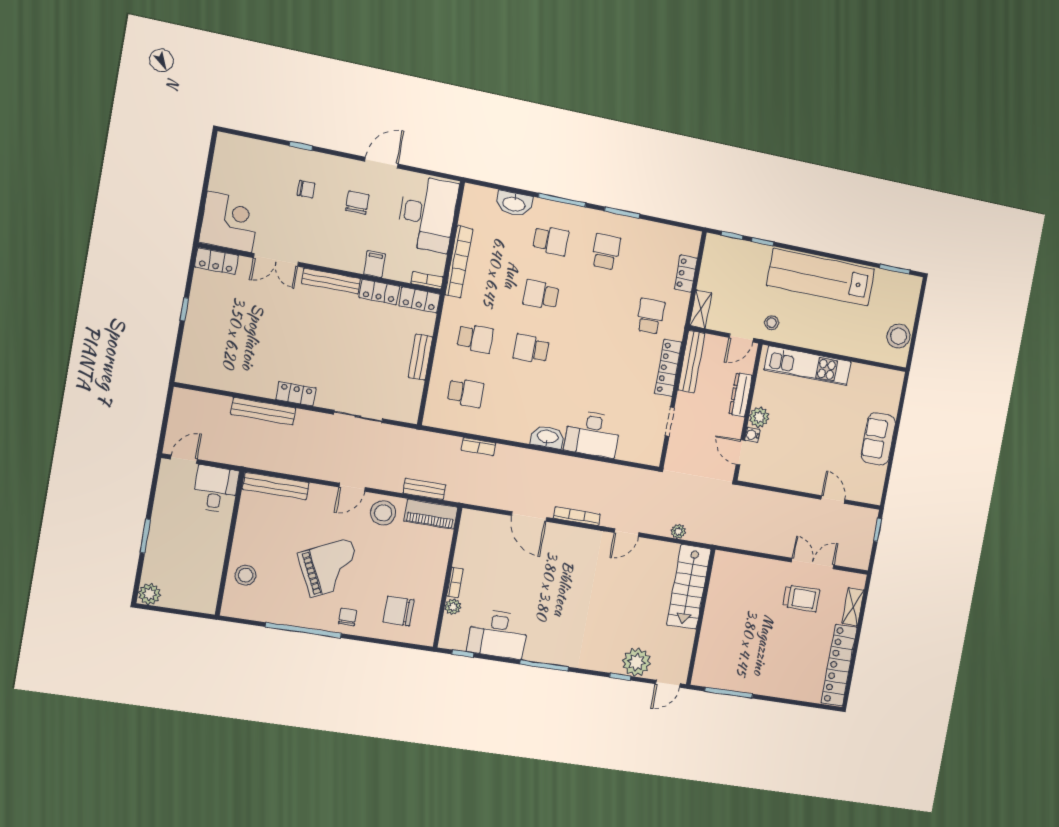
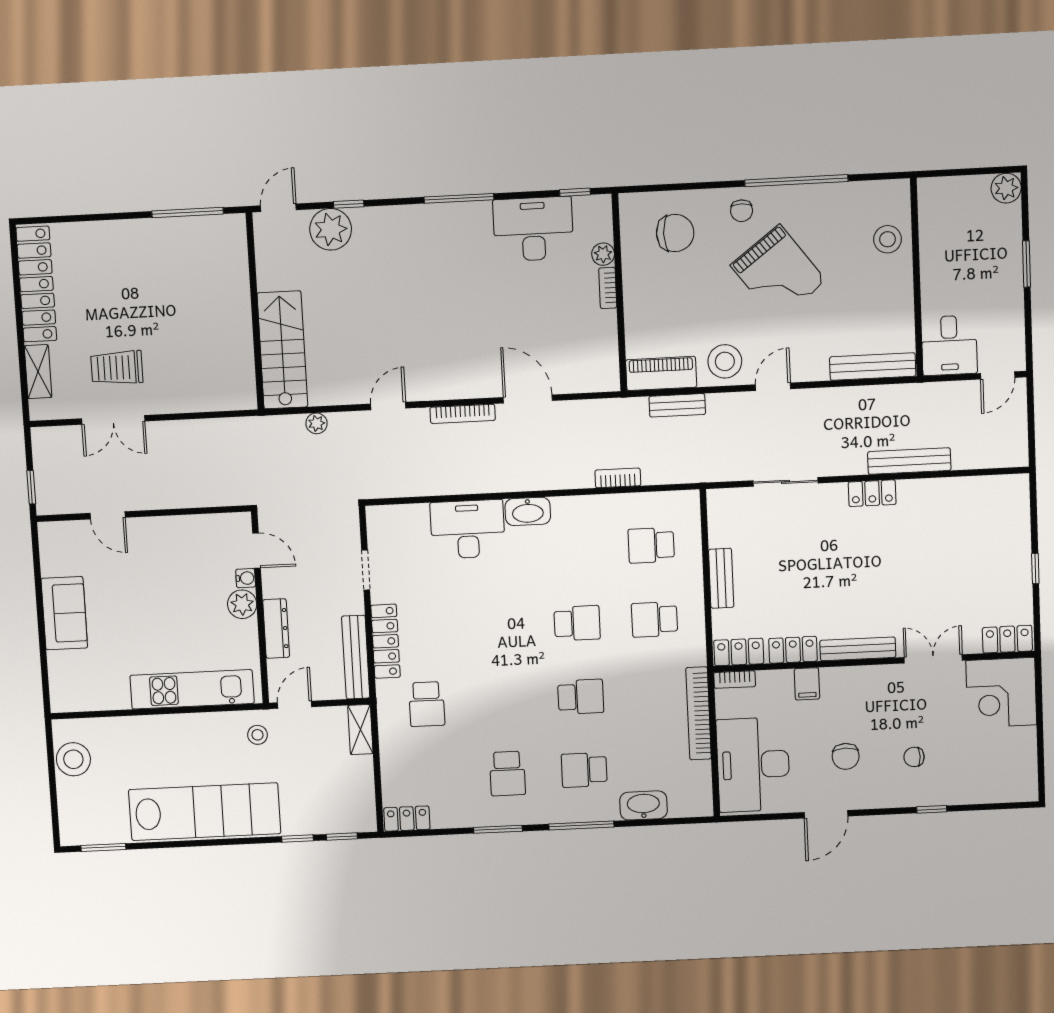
locker: (686, 274) -> (407, 819), moved, turned -90
grand piano: (331, 568) -> (778, 273), turned -101

